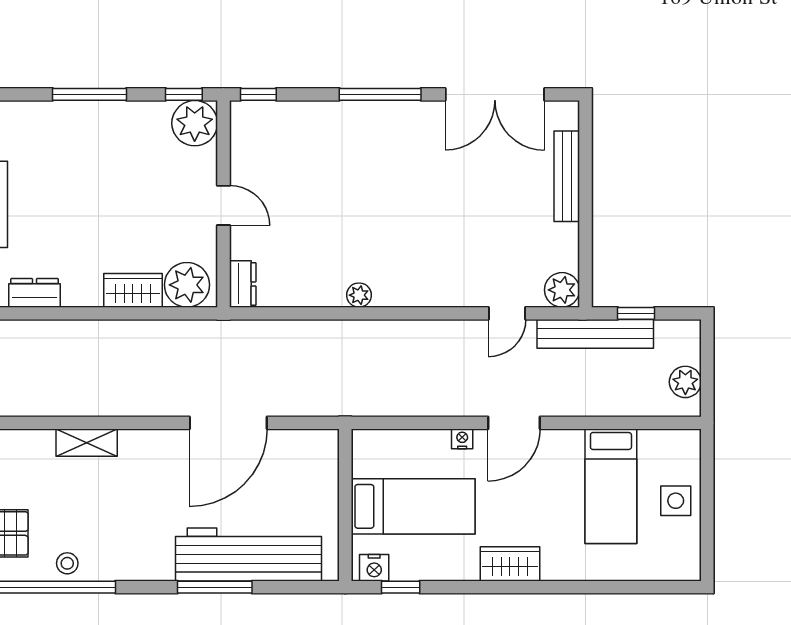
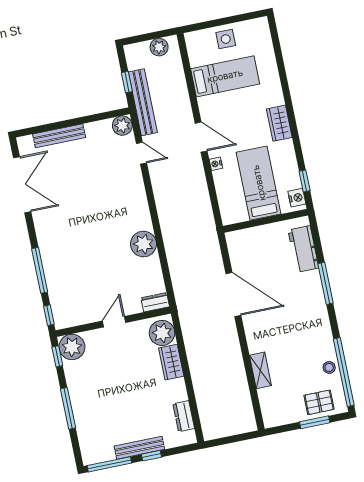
window: (380, 94) -> (40, 270), moved
plant: (359, 295) -> (143, 244), width x1.88, depth x1.88
workbench: (249, 554) -> (303, 249), width x0.53, depth x0.76

